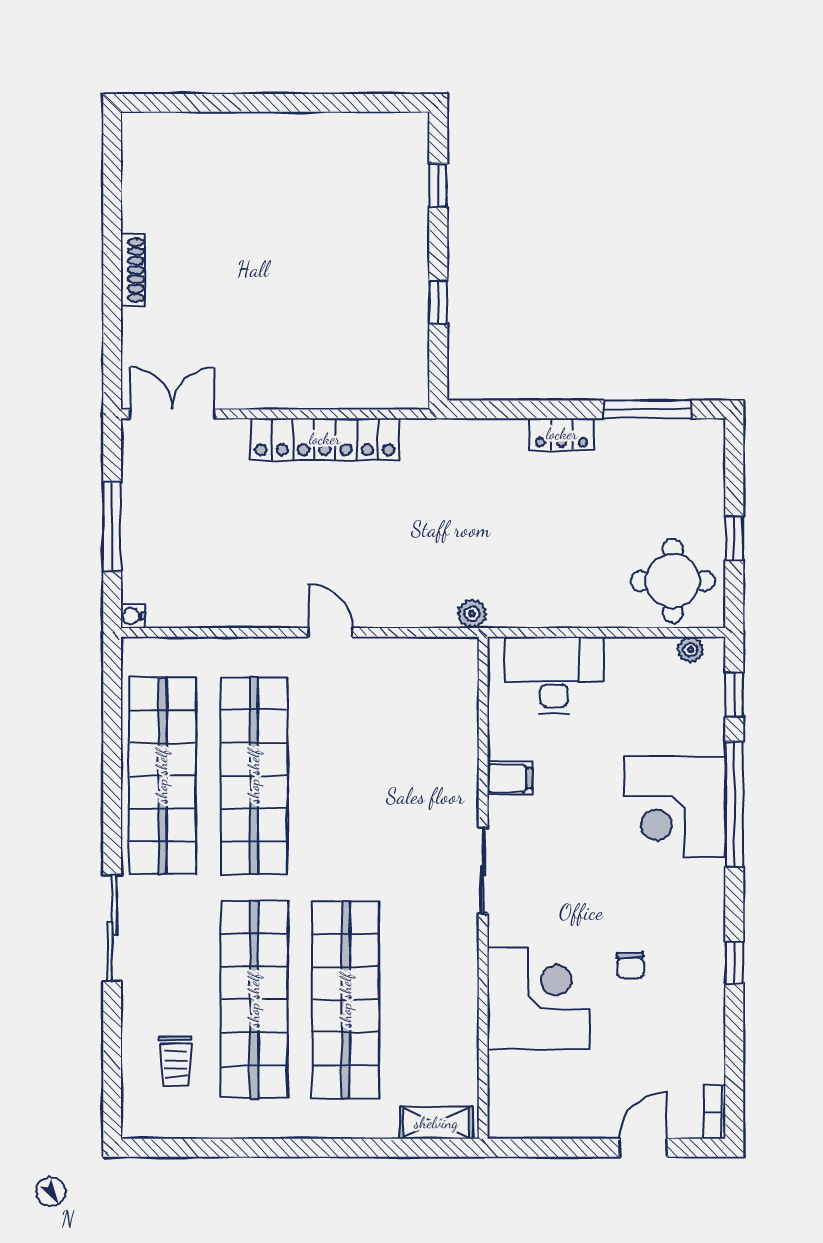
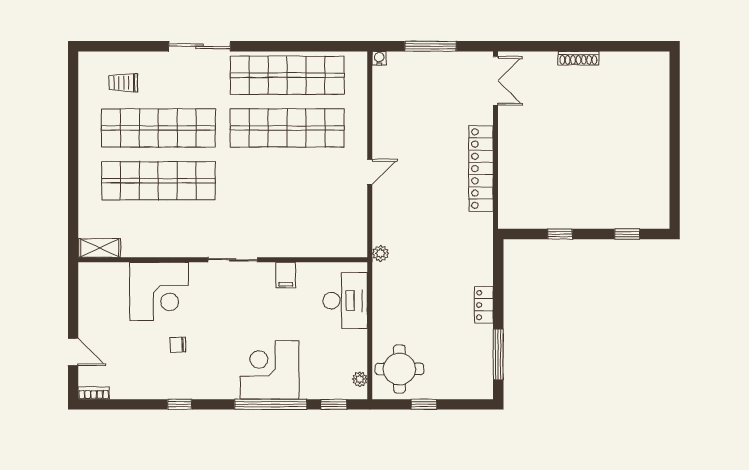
shelving: (436, 1123) -> (100, 248), moved, turned 90

